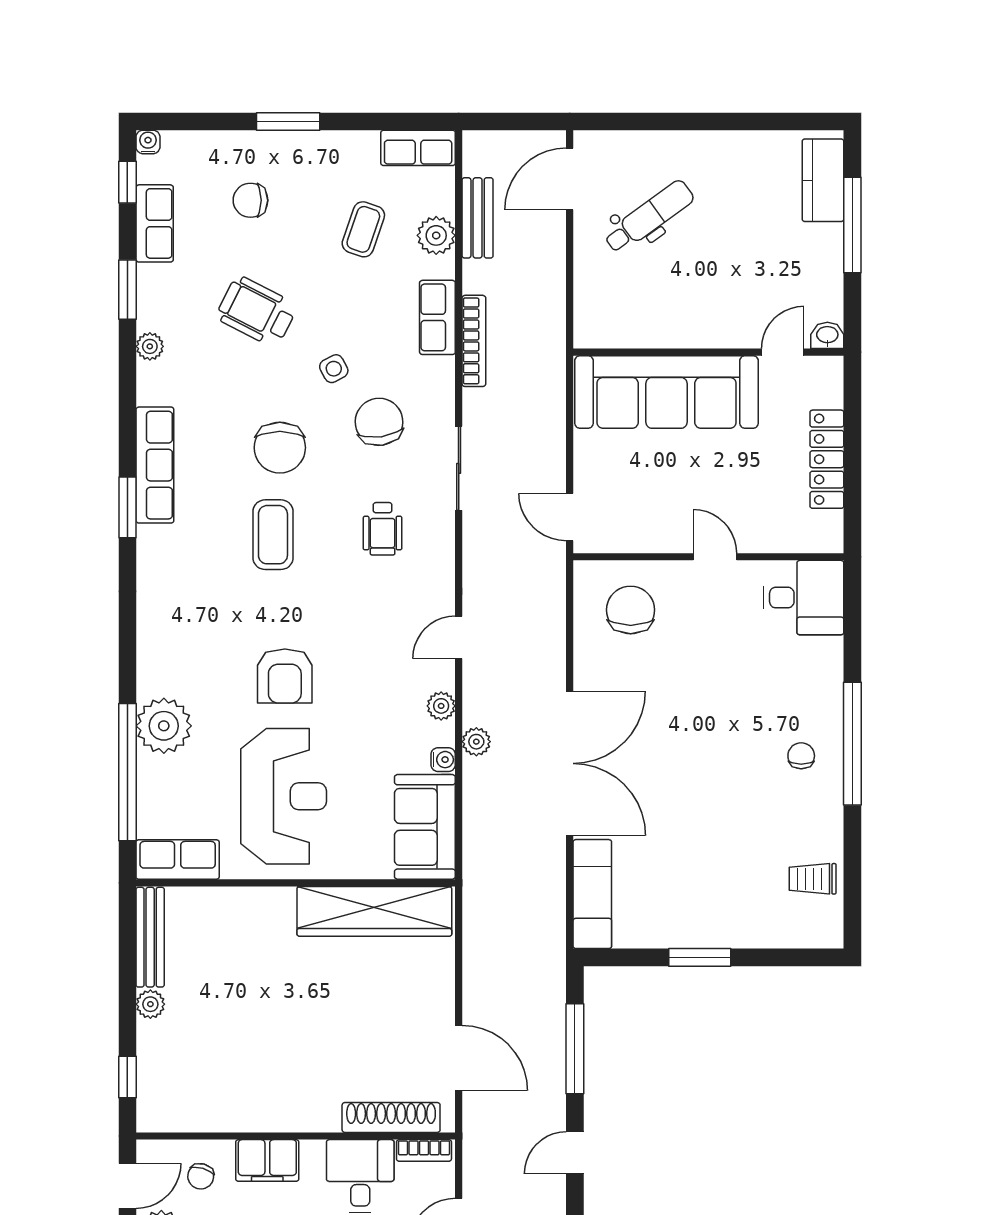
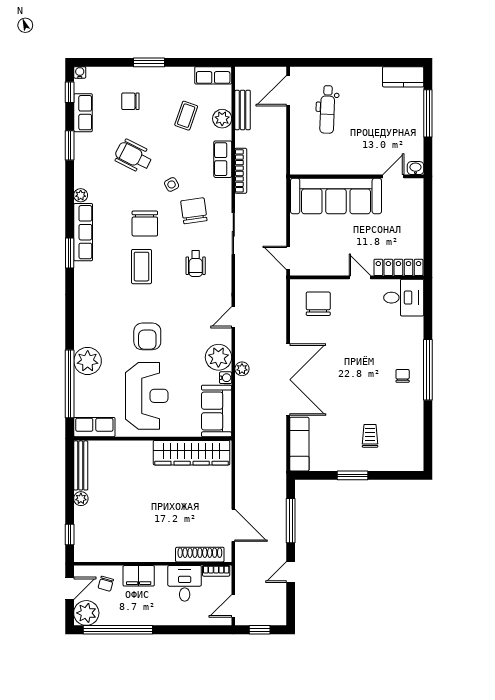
kitchen counter: (823, 180) -> (403, 77), moved, turned -90
dental chair: (649, 217) -> (327, 109), turned 128
plant: (150, 346) -> (81, 195), moved
locker: (827, 459) -> (398, 267), moved, turned 90
plant: (441, 706) -> (218, 357), width x1.88, depth x1.88
trolley: (813, 879) -> (370, 436), moved, turned 90

